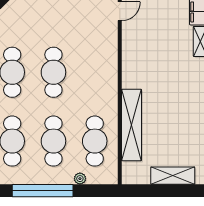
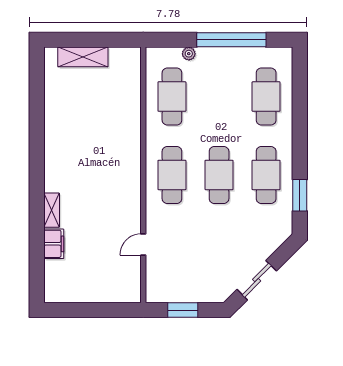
shelving: (132, 125) -> (130, 115), removed
cafe table: (53, 141) -> (172, 175), moved

